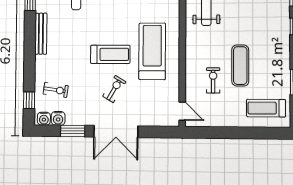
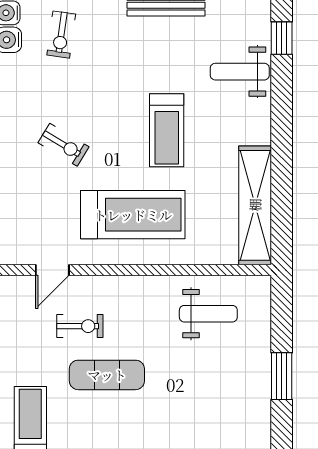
treadmill: (110, 54) -> (167, 130), moved
door: (182, 111) -> (52, 270), moved

